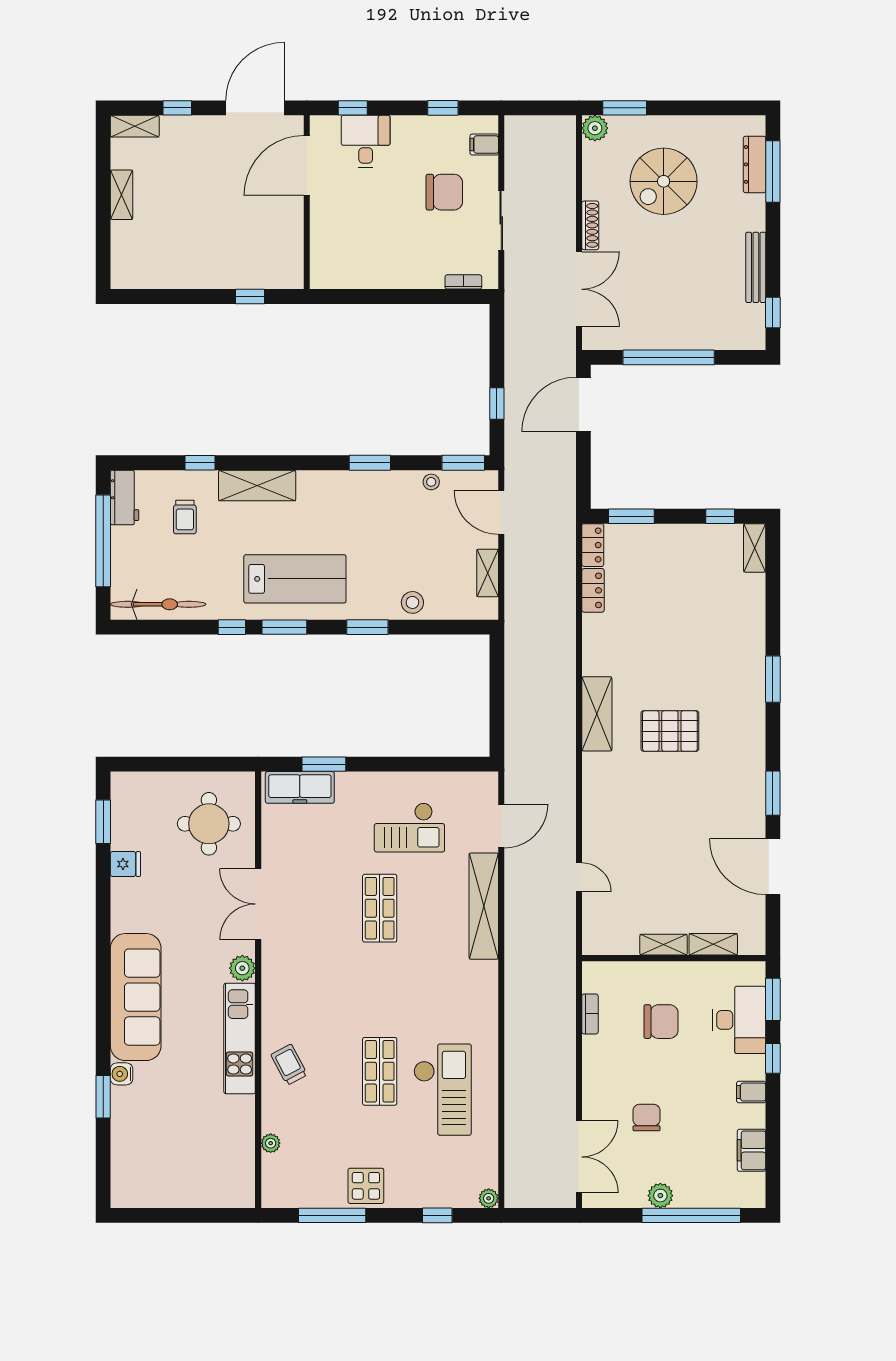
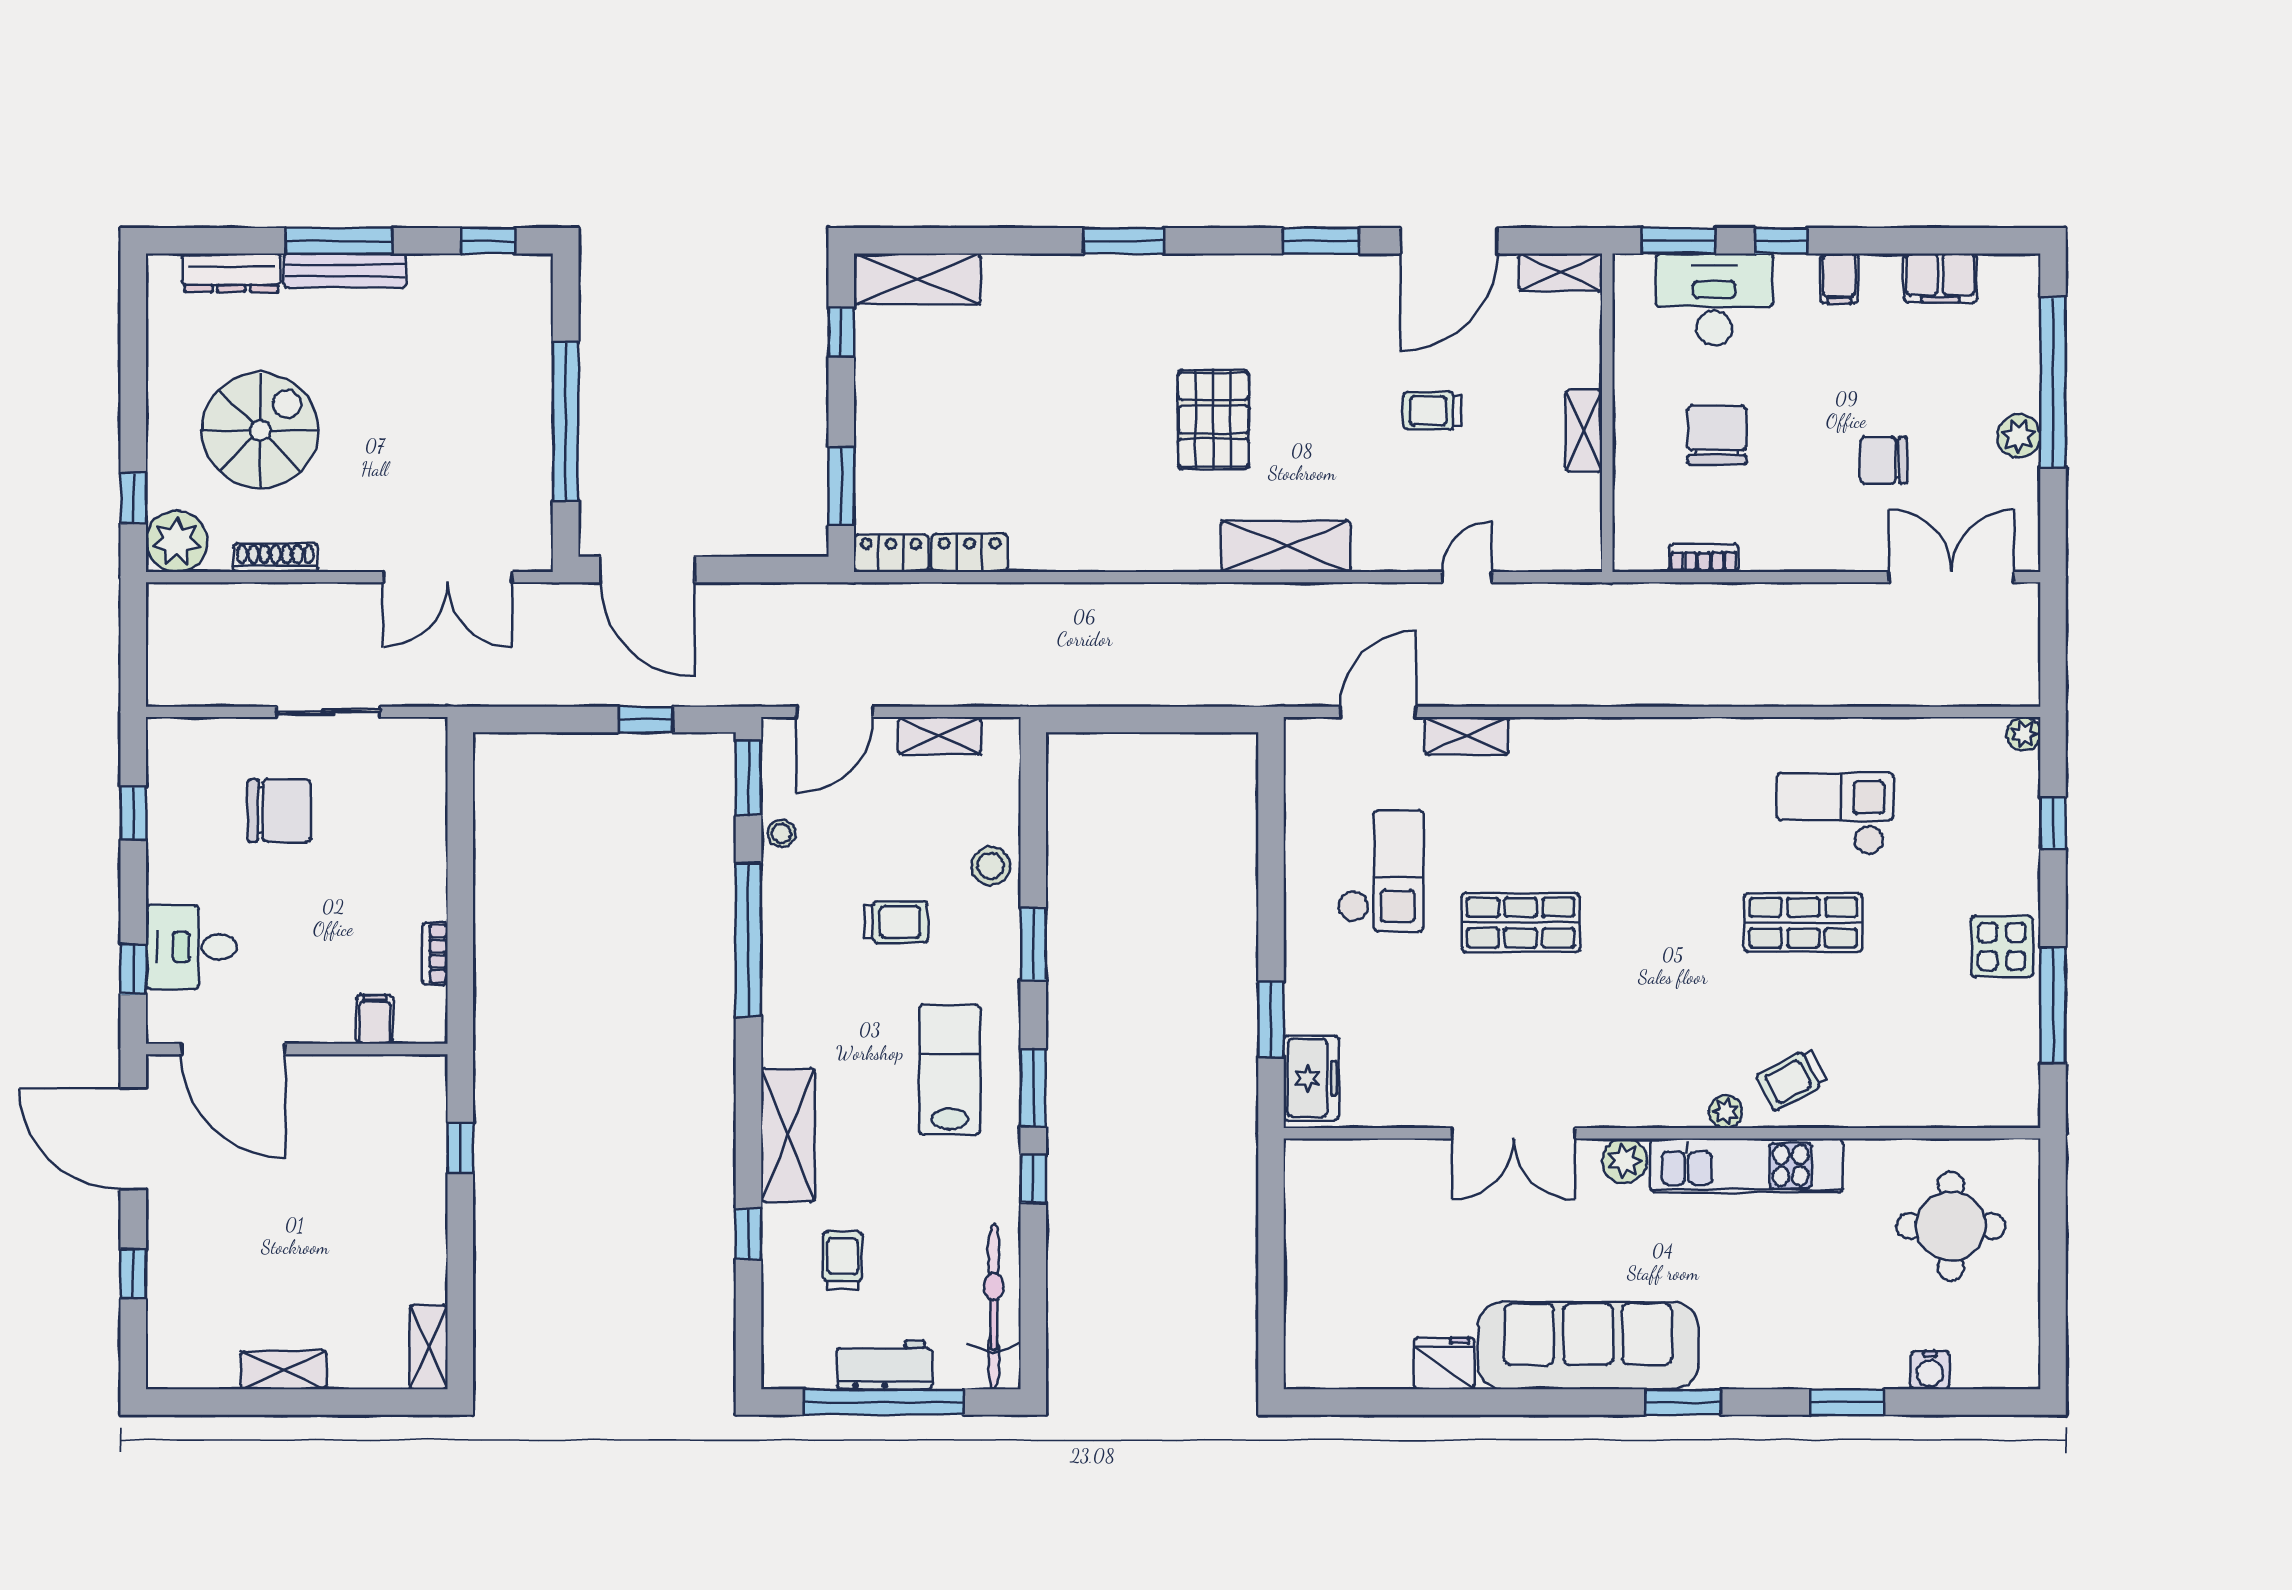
window: (625, 108) -> (133, 498), width x0.67
shelving: (135, 126) -> (429, 1347), moved
plant: (595, 128) -> (177, 541), width x1.36, depth x1.36
filing cabinet: (484, 145) -> (375, 1019), moved, turned 180
window: (773, 172) -> (339, 241), moved
spiral stairs: (664, 181) -> (260, 430), turned -90
chair: (444, 192) -> (279, 811), turned 90
shoe rack: (590, 225) -> (275, 558), moved
bench: (756, 267) -> (345, 271), moved
bookcase: (463, 282) -> (435, 954), moved
double door: (579, 289) -> (448, 577), swing flipped
window: (370, 463) -> (748, 940), width x2.11
workbench: (125, 498) -> (884, 1365), moved
trolley: (185, 517) -> (843, 1260), turned -90
trolley: (380, 548) -> (896, 922), added
shelving: (755, 548) -> (917, 279), width x1.50, depth x1.33
lab bench: (295, 579) -> (950, 1070), width x0.73, depth x0.72
shelving: (597, 714) -> (1286, 546), moved
freezer: (300, 787) -> (1311, 1078), width x0.71
window: (103, 822) -> (1683, 1402), moved
round table: (209, 824) -> (1951, 1226), moved
door: (501, 826) -> (1378, 712), hinge flipped
trolley: (675, 857) -> (1432, 411), added
fridge: (125, 864) -> (1444, 1363), width x1.38
shelving: (484, 906) -> (1467, 736), width x0.45, depth x0.75
shelving: (713, 944) -> (1560, 272), moved, turned 90
sofa: (136, 997) -> (1588, 1346), moved
water cooler: (122, 1074) -> (1930, 1370), moved
checkout: (442, 1090) -> (1835, 814), width x0.73, depth x0.83
plant: (271, 1143) -> (1726, 1112), moved

